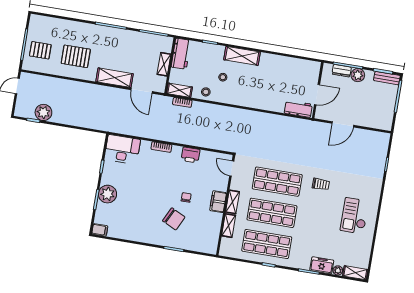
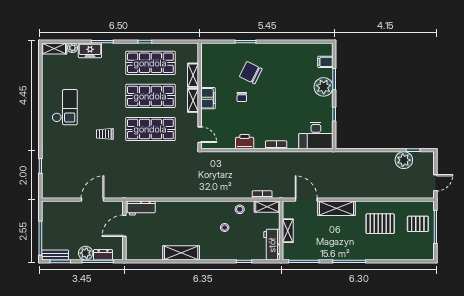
shelving: (242, 56) -> (181, 253), moved
filing cabinet: (100, 230) -> (325, 62), moved

